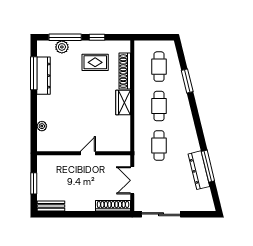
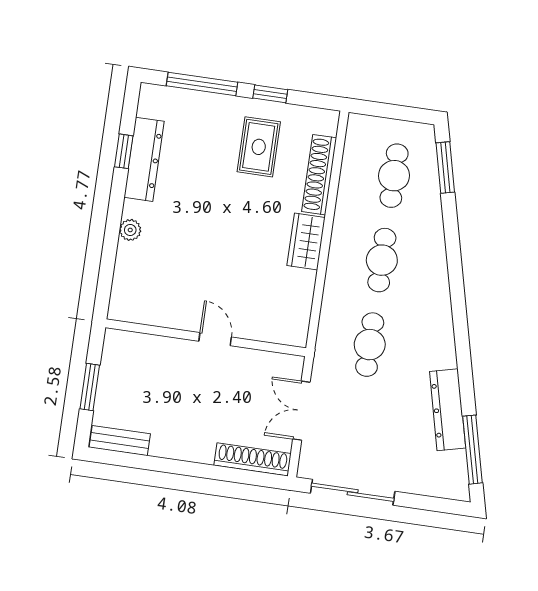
plant: (62, 47) -> (192, 104), removed
rug: (95, 62) -> (259, 147), turned 90
window: (34, 73) -> (124, 151), width x0.46
window: (187, 81) -> (445, 168), moved
plant: (42, 126) -> (130, 230), moved
door: (88, 153) -> (215, 339), hinge flipped
window: (208, 166) -> (472, 450), moved

